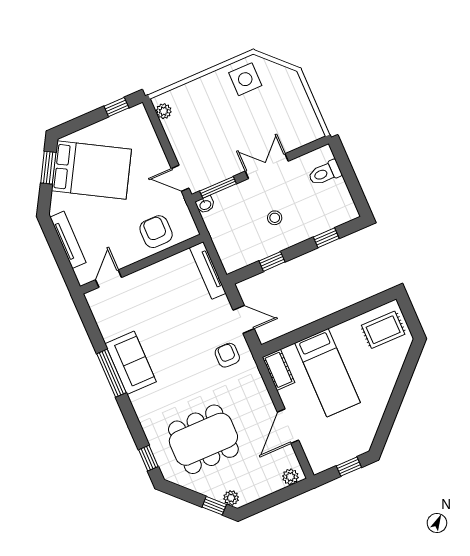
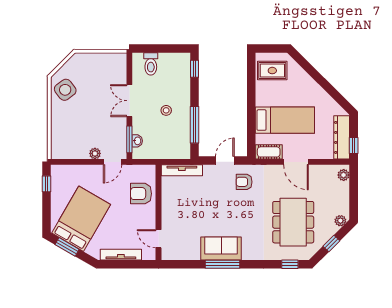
side table: (245, 79) -> (65, 90), turned -37
plant: (164, 111) -> (95, 153), moved
washbasin: (205, 205) -> (137, 141), moved
window: (326, 238) -> (194, 69), moved
window: (272, 261) -> (194, 125), width x2.17
rug: (383, 330) -> (272, 71), turned 90
door: (288, 426) -> (296, 162), moved
dresser: (337, 454) -> (342, 137), added
window: (349, 467) -> (354, 145), moved
window: (214, 506) -> (331, 243), moved

